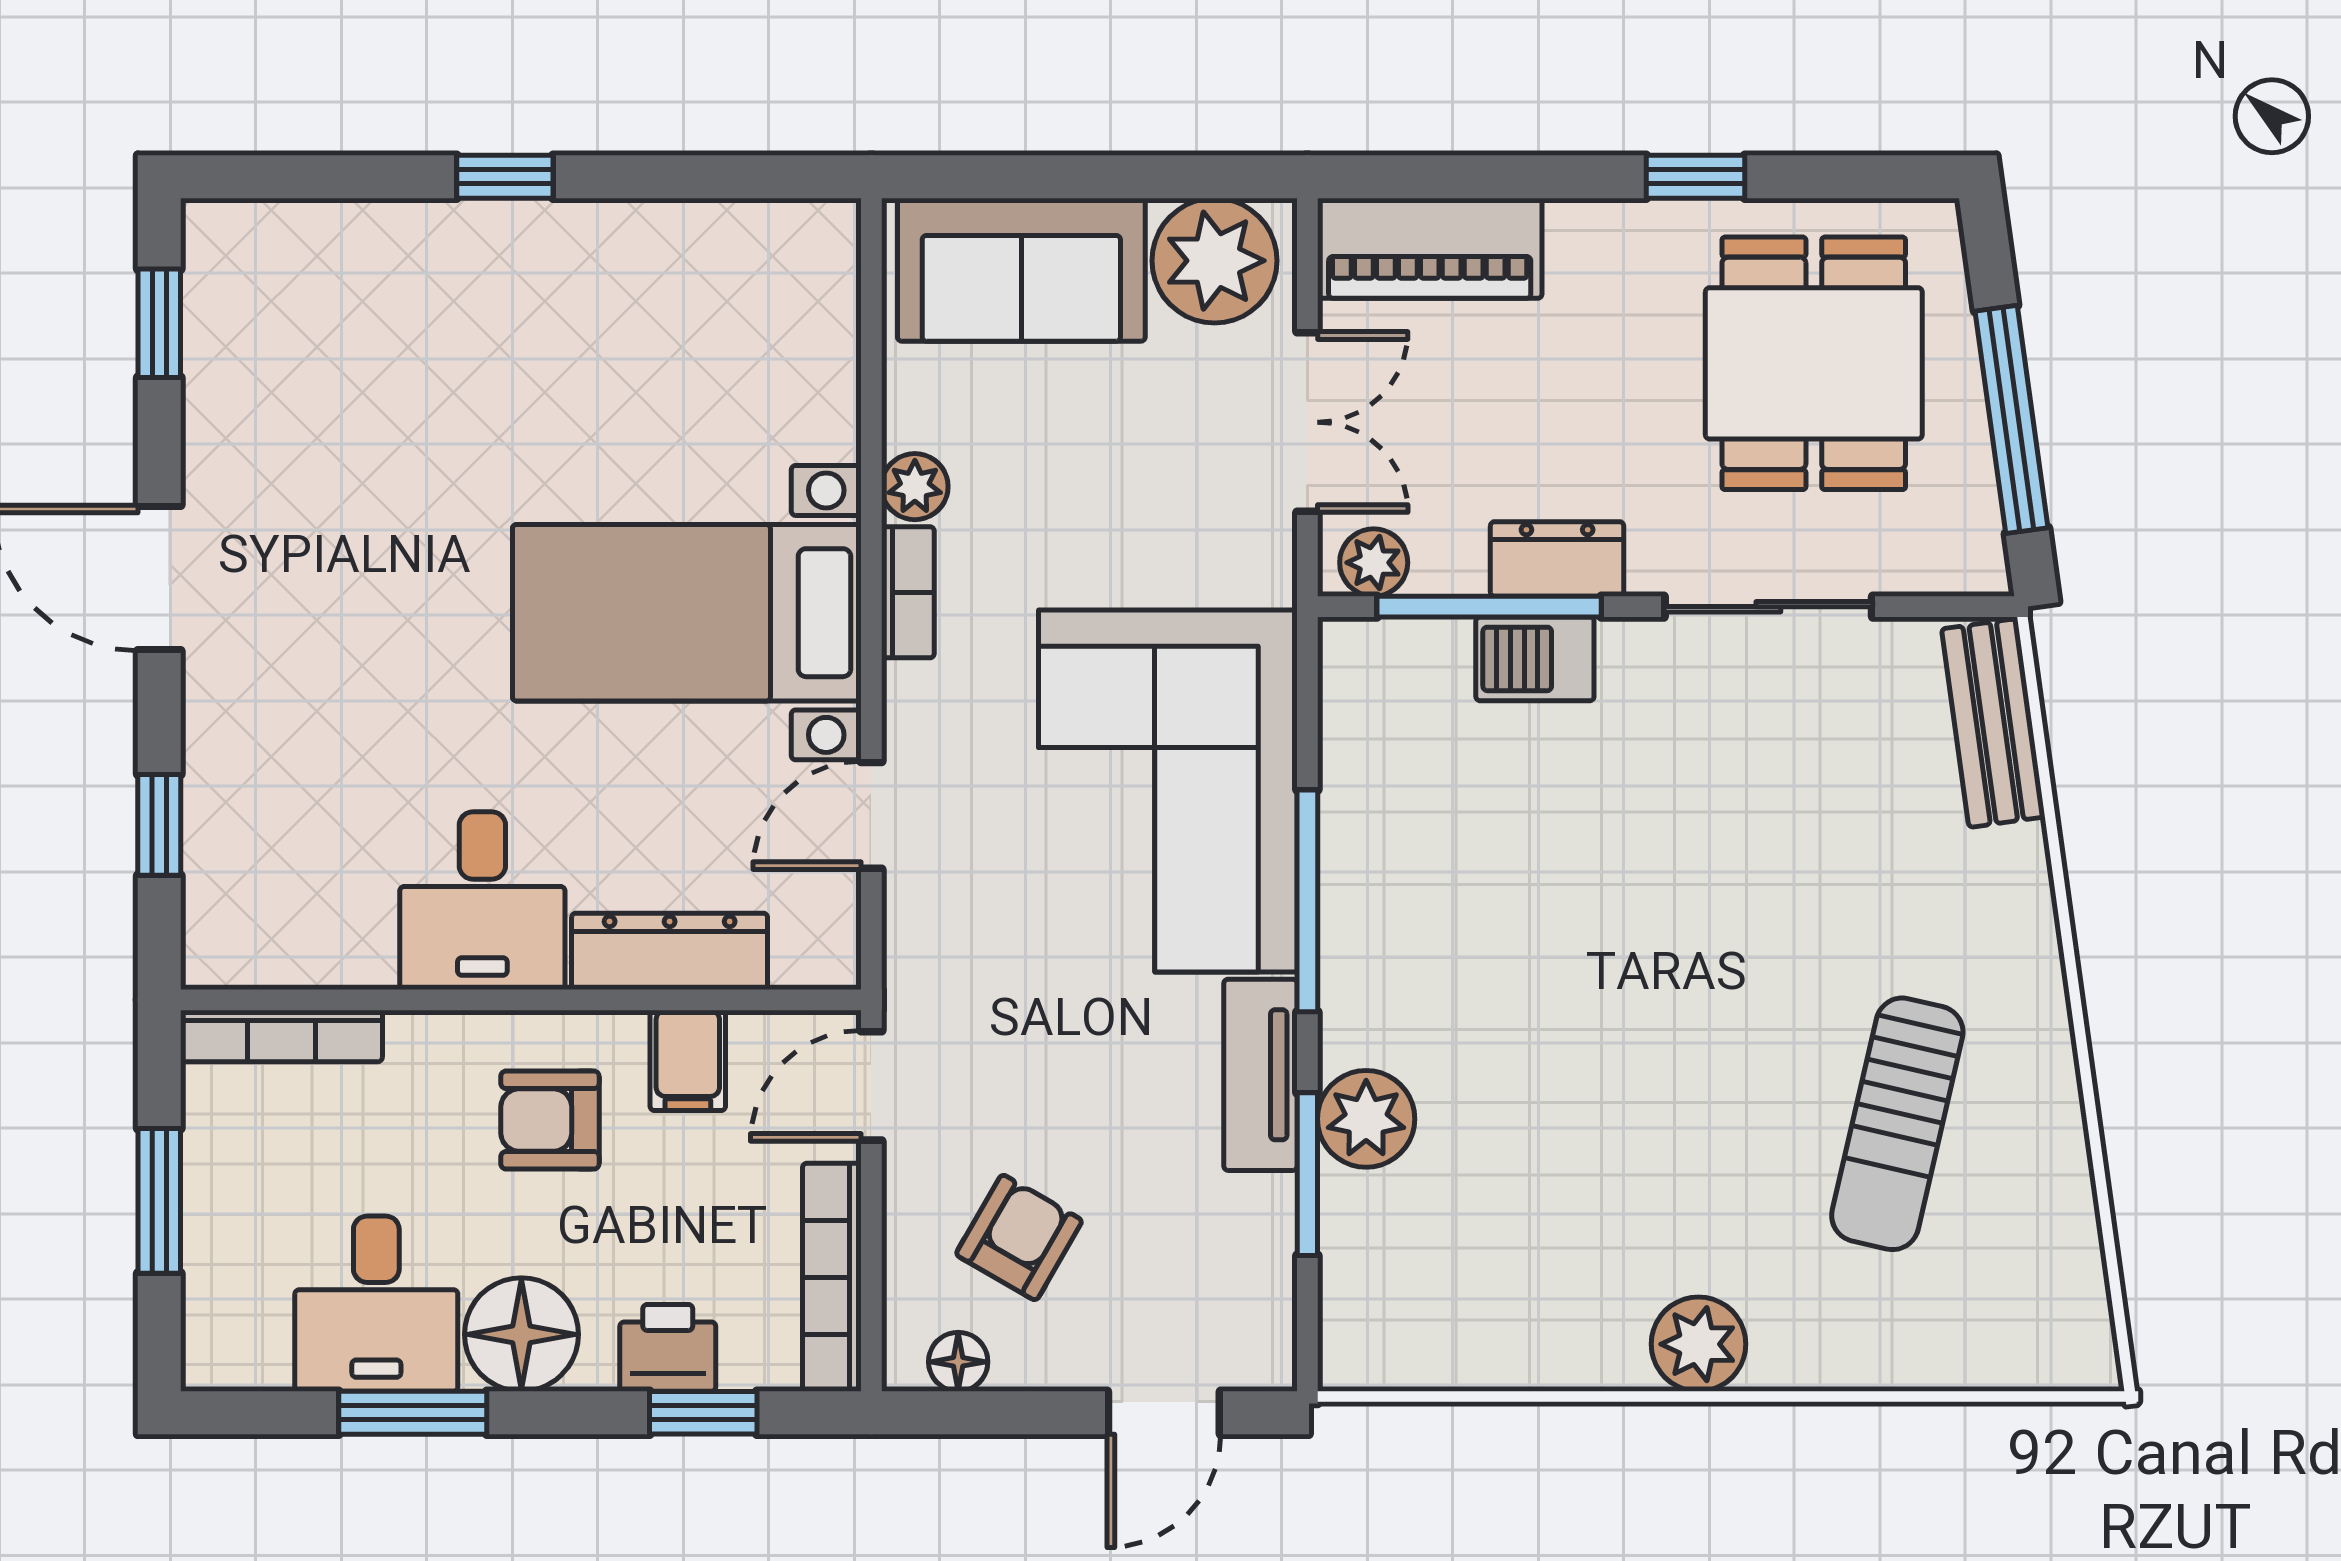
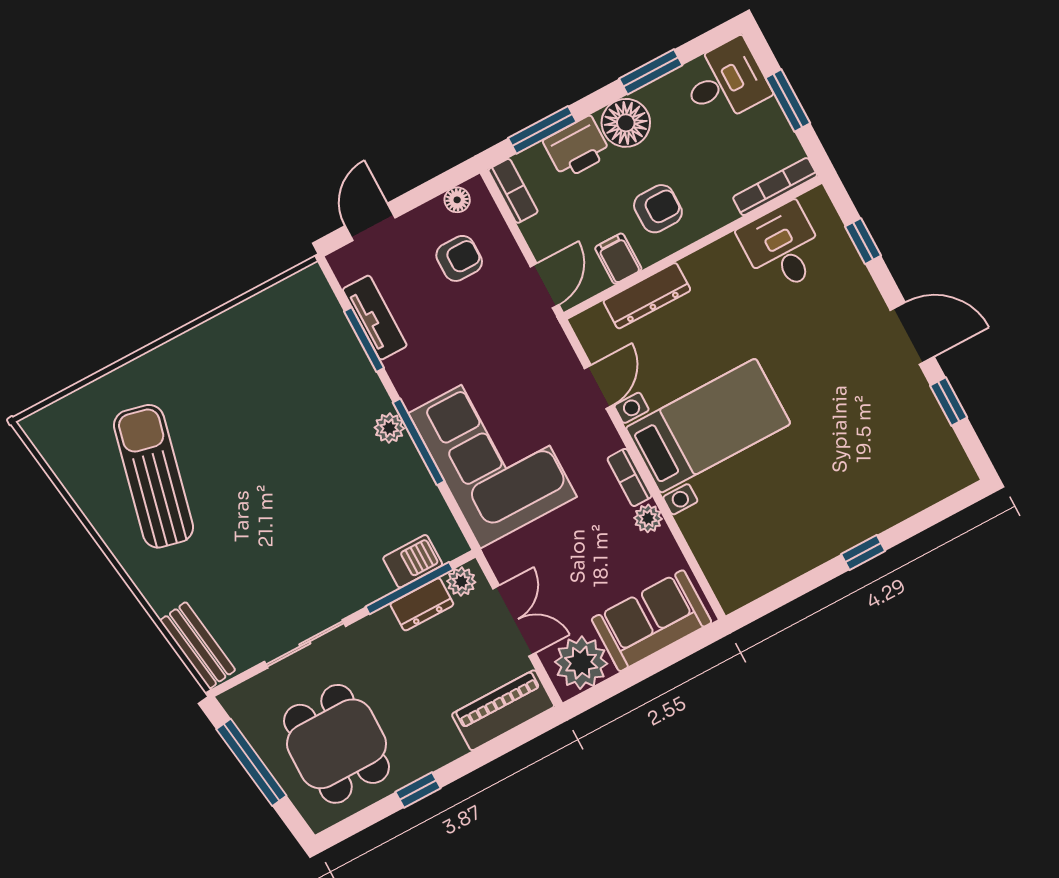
window: (159, 323) -> (949, 401), moved
double door: (1307, 422) -> (514, 621), swing flipped
dresser: (1557, 559) -> (422, 604), moved
barbecue: (1535, 659) -> (413, 561), moved
desk: (482, 901) -> (783, 248), moved
tv unit: (1260, 1075) -> (375, 318), moved
plant: (1366, 1119) -> (389, 428), moved, width x0.73, depth x0.73
sun lounger: (1897, 1124) -> (153, 476), width x1.36, depth x1.34
armchair: (1019, 1237) -> (459, 258), turned -120
bookcase: (832, 1277) -> (513, 191), width x0.64
desk: (376, 1304) -> (725, 82), moved, turned 90
plant: (1698, 1344) -> (184, 354), removed
printer: (668, 1348) -> (577, 147), width x1.36, depth x1.24
window: (703, 1413) -> (542, 130), width x1.50

